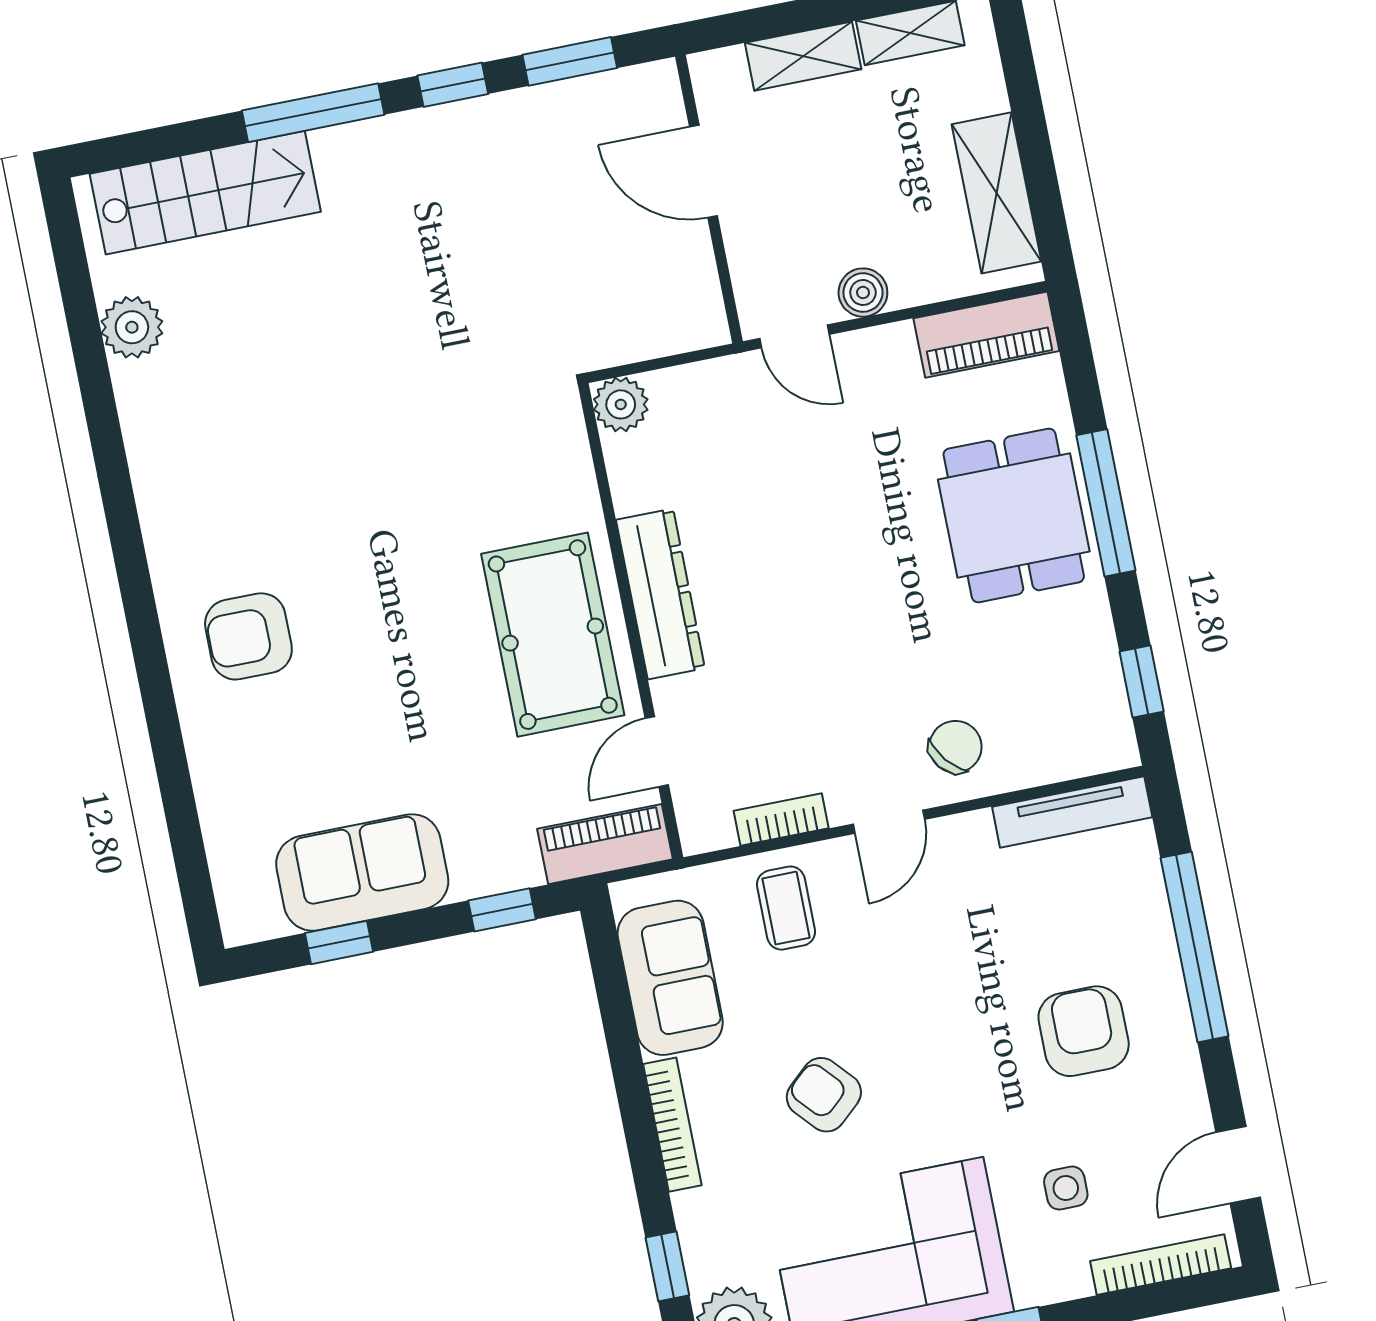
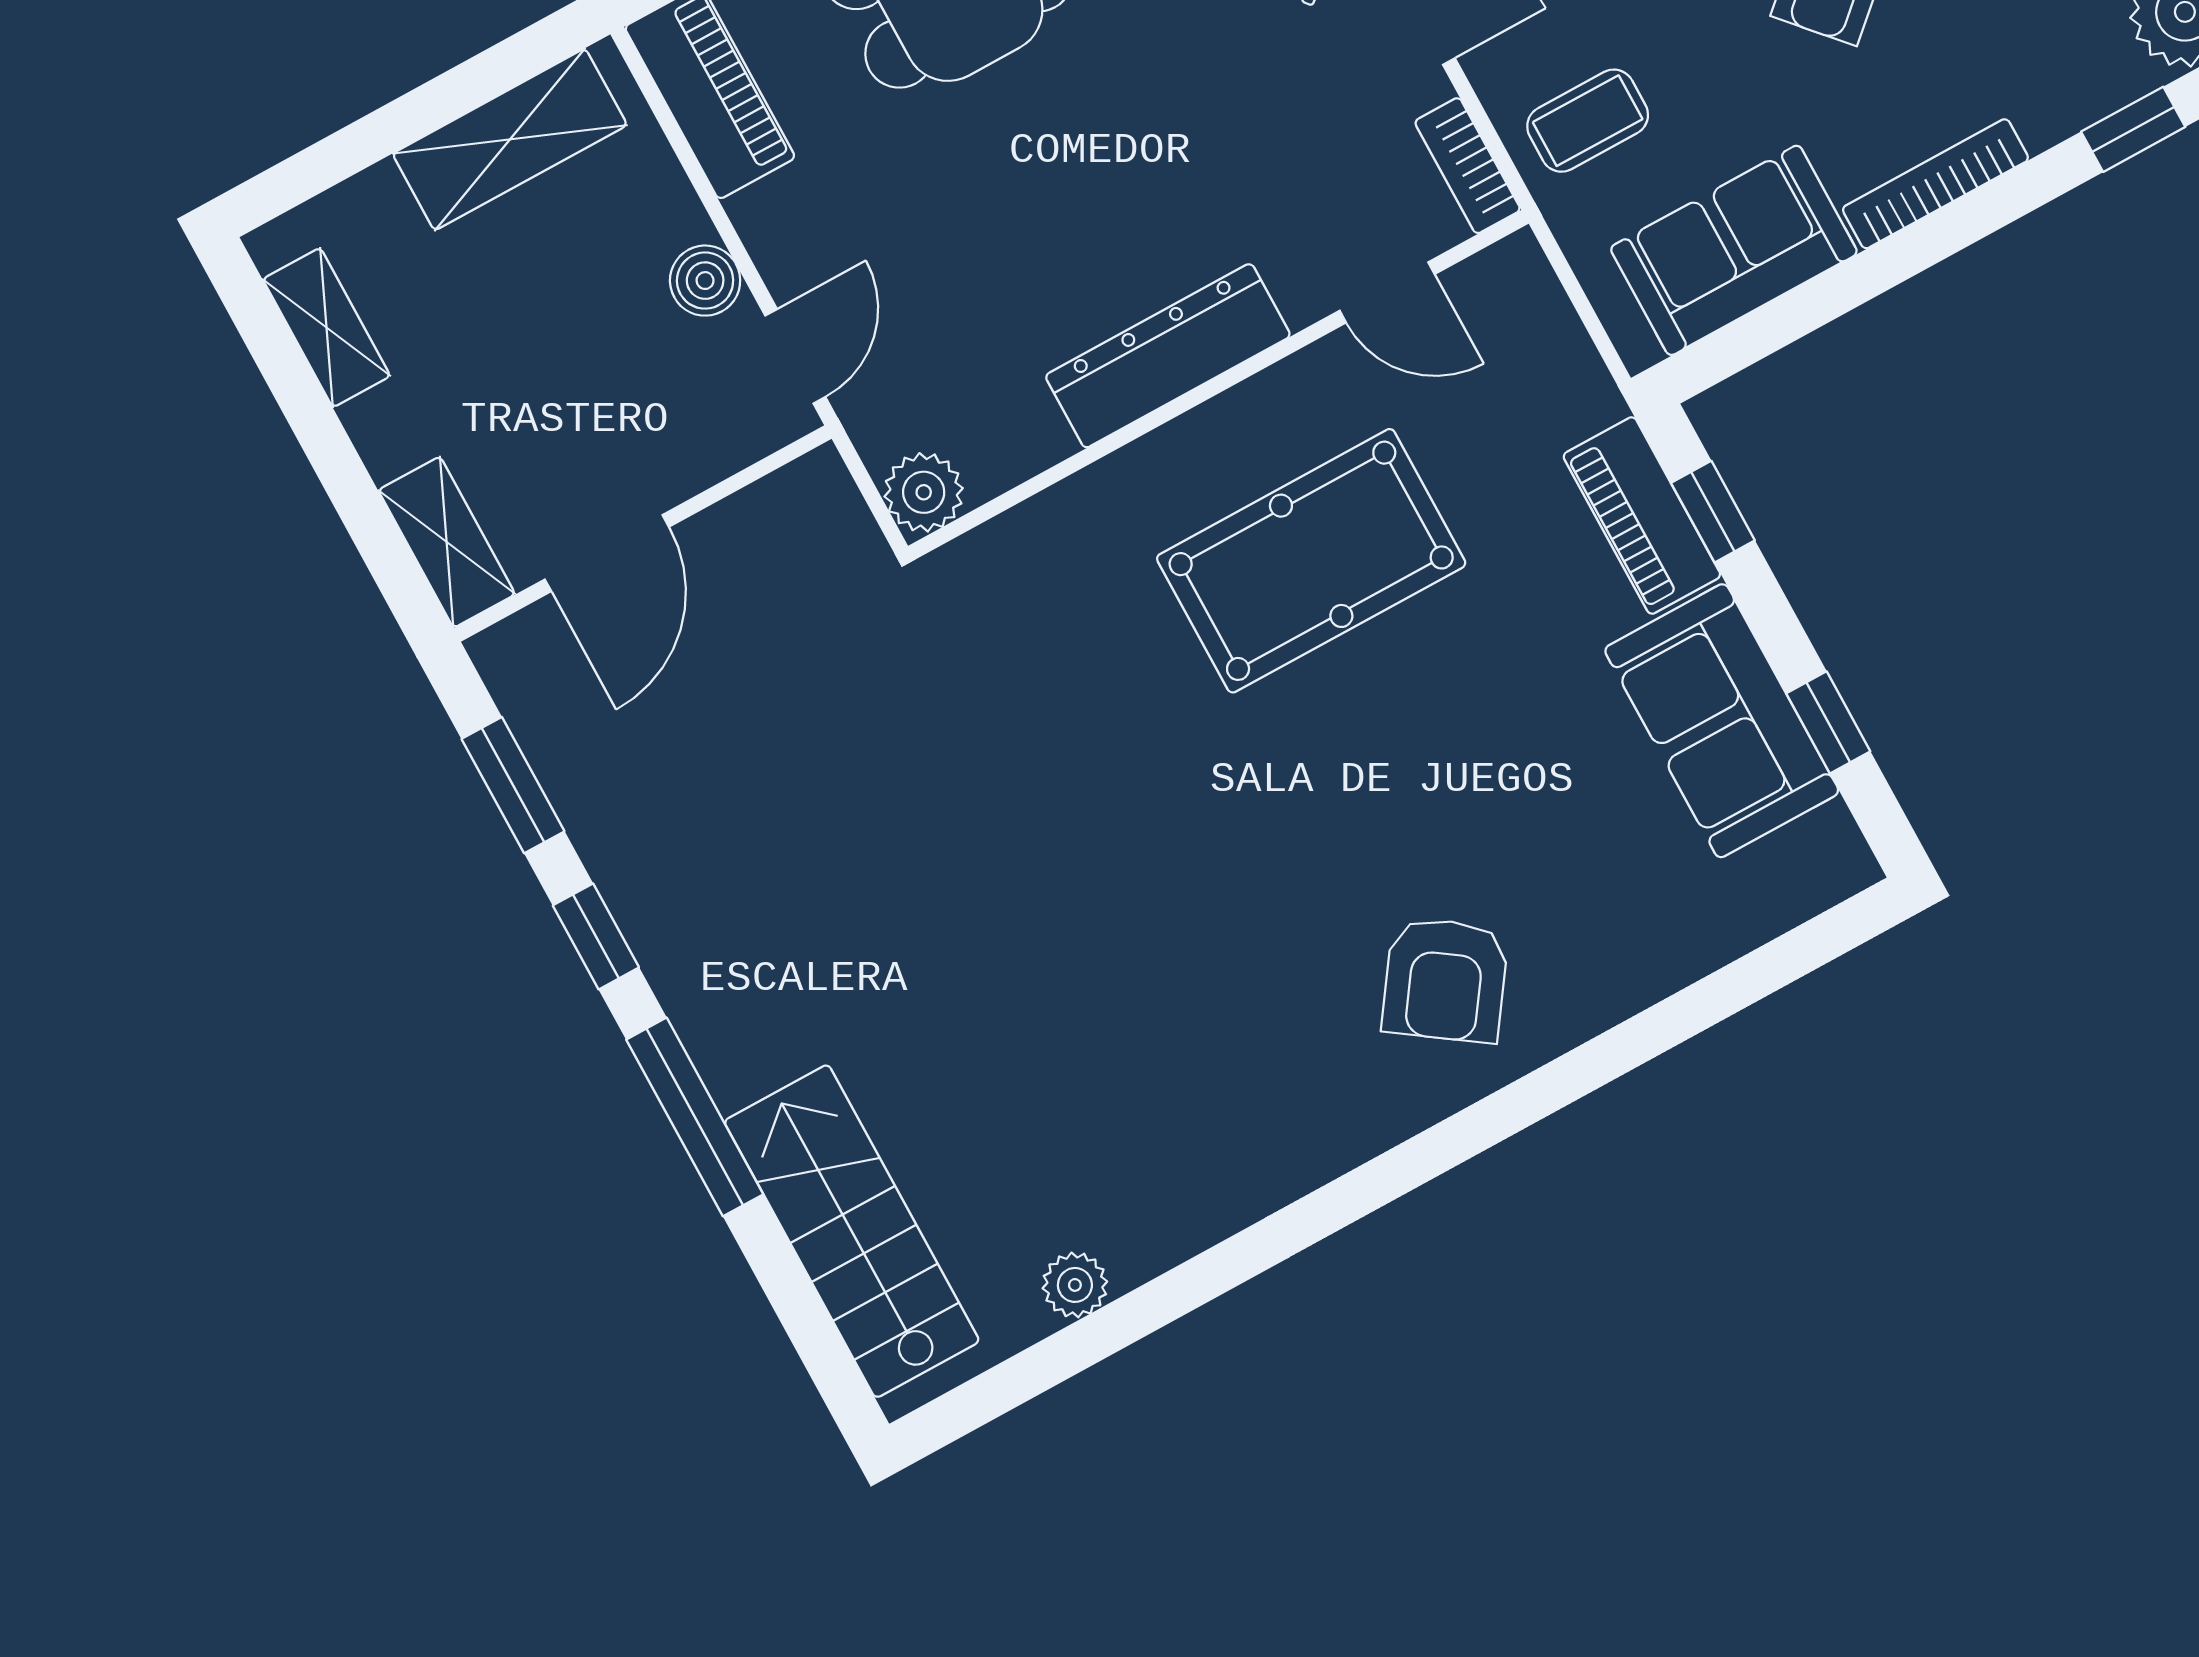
shelving: (803, 56) -> (447, 542), moved
plant: (132, 327) -> (1075, 1285), width x0.73, depth x0.73
plant: (621, 404) -> (924, 492), moved
dresser: (660, 594) -> (1168, 356), moved
wall: (631, 621) -> (1218, 385), moved
armchair: (248, 636) -> (1445, 980), turned 35
door: (657, 752) -> (1387, 292), moved
piano: (605, 844) -> (1642, 515), moved

